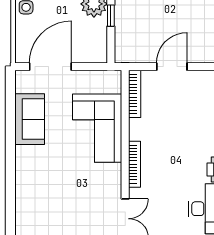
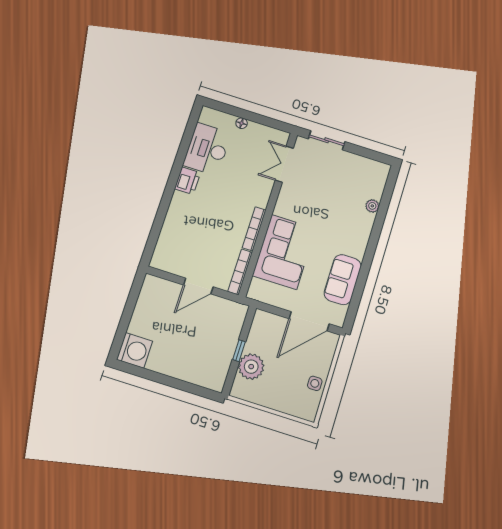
bookcase: (135, 164) -> (254, 229), moved
plant: (22, 204) -> (372, 206), added

